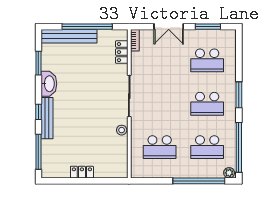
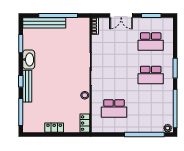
locker: (122, 52) -> (85, 123), moved
school desk: (207, 147) -> (151, 108), removed

